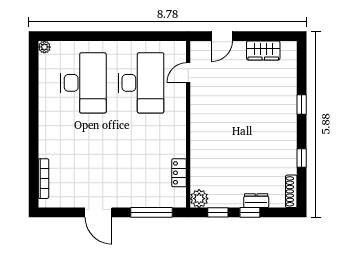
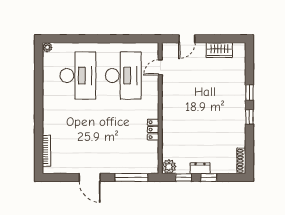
window: (302, 158) -> (249, 117), moved
locker: (179, 173) -> (153, 130), moved
dresser: (256, 201) -> (200, 168), moved

